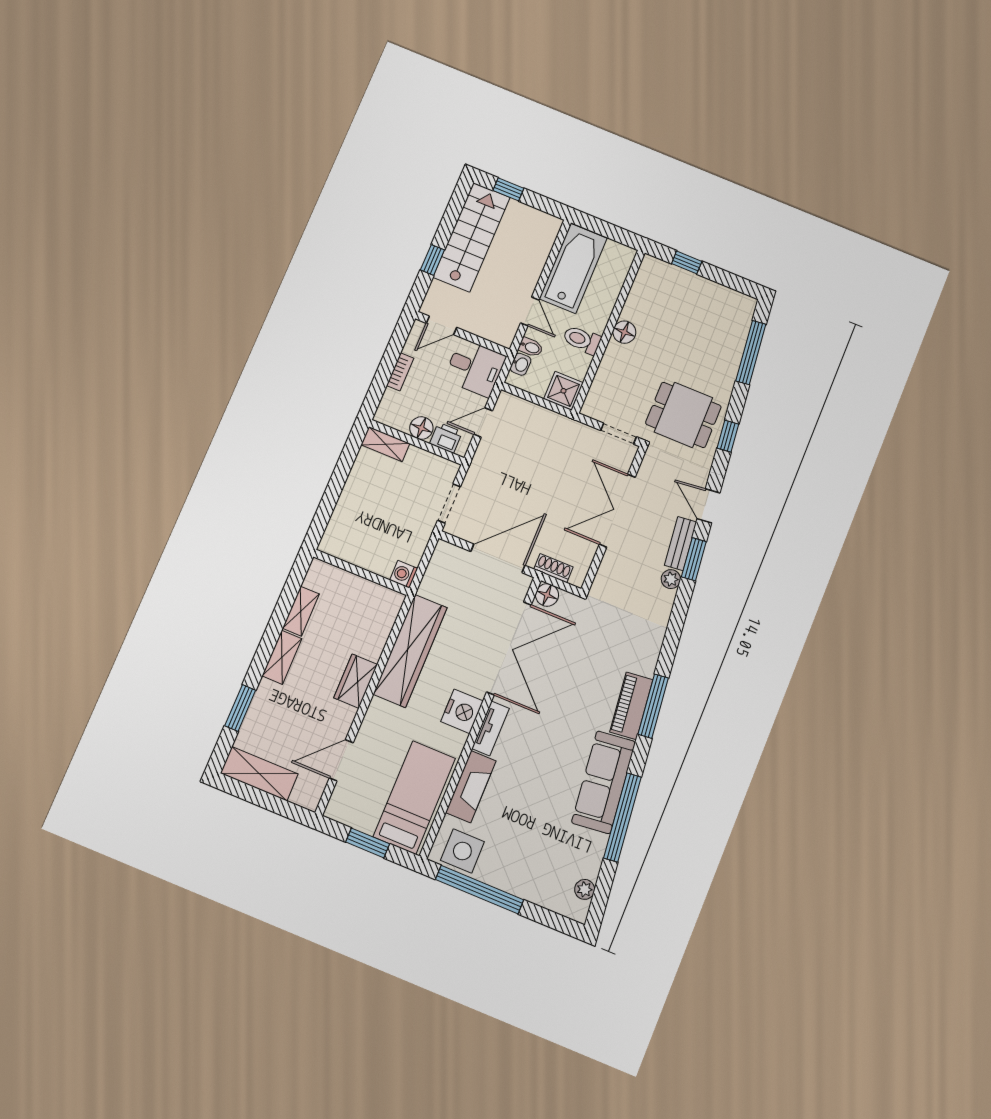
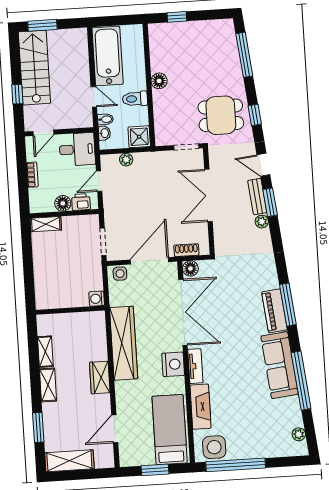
window: (508, 189) -> (42, 25), width x1.50
plant: (532, 412) -> (126, 160), added
side table: (451, 556) -> (120, 274), added

